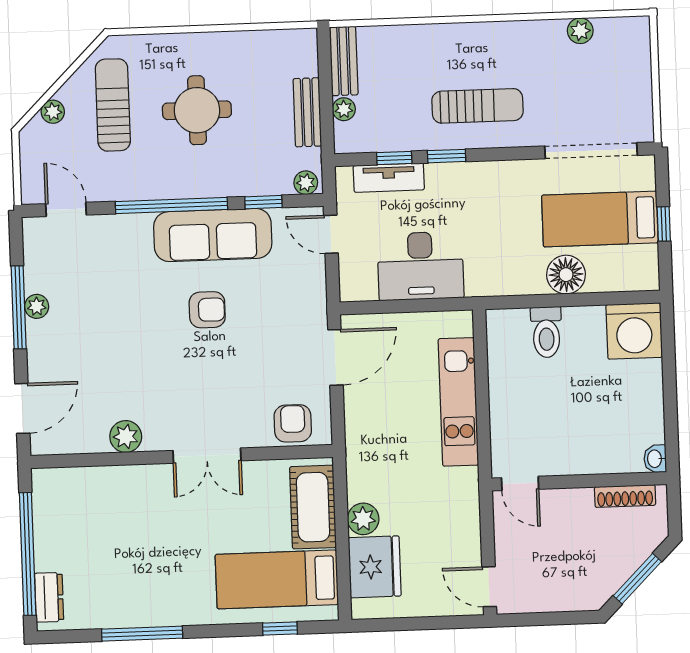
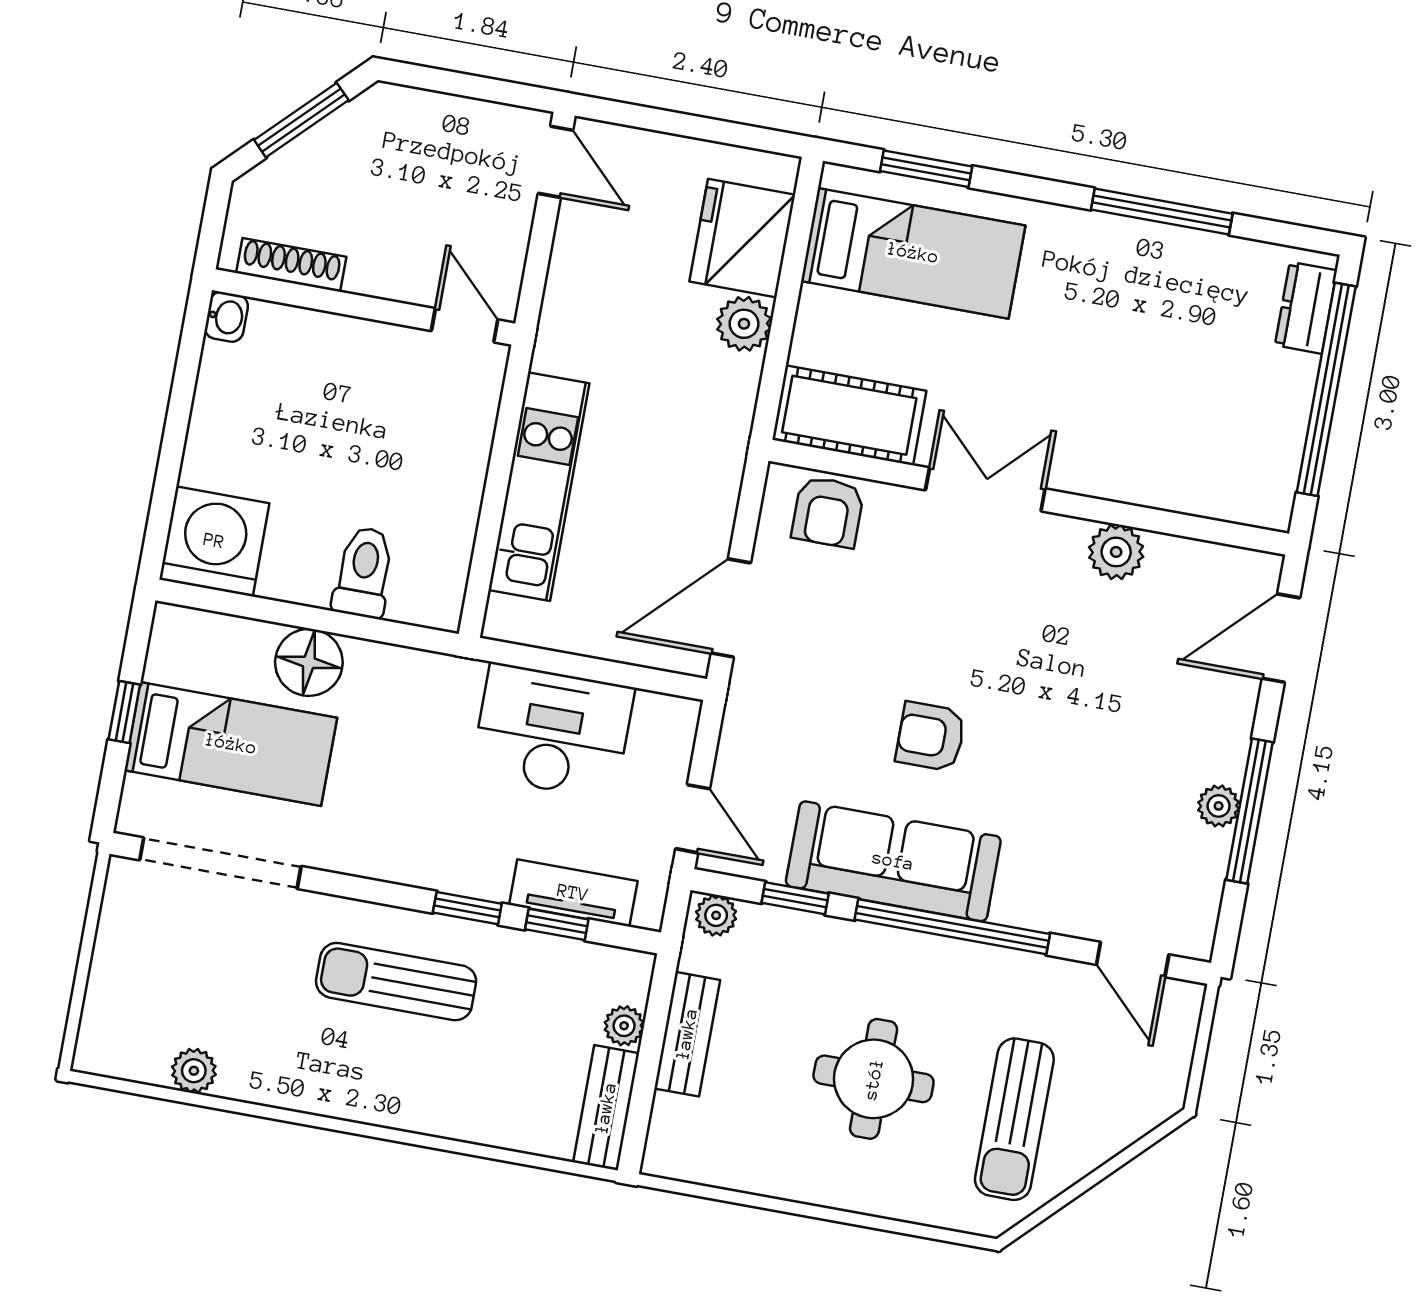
plant: (53, 112) -> (1119, 1130), removed
cot: (313, 507) -> (849, 415), moved, turned 90
window: (280, 629) -> (926, 169), width x1.50

